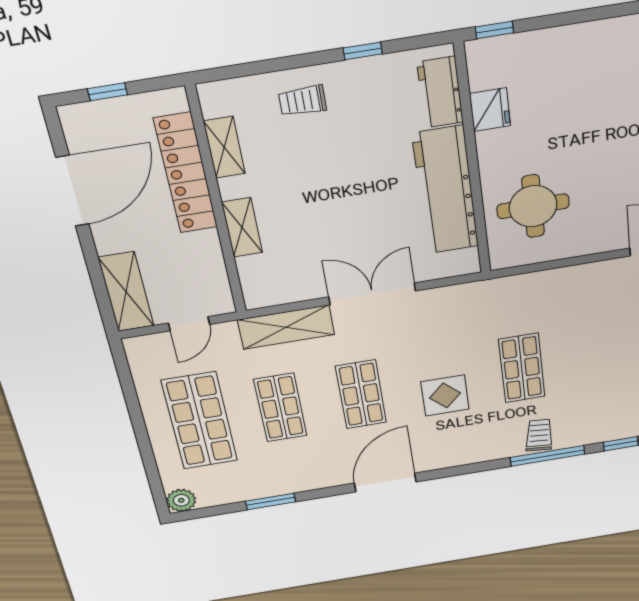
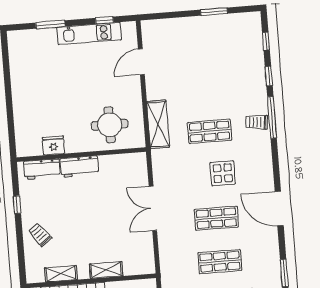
window: (494, 30) -> (12, 143), removed
trolley: (302, 101) -> (40, 235), turned 143
workbench: (446, 190) -> (79, 167), width x0.53, depth x0.76
shelving: (286, 327) -> (158, 124), moved

